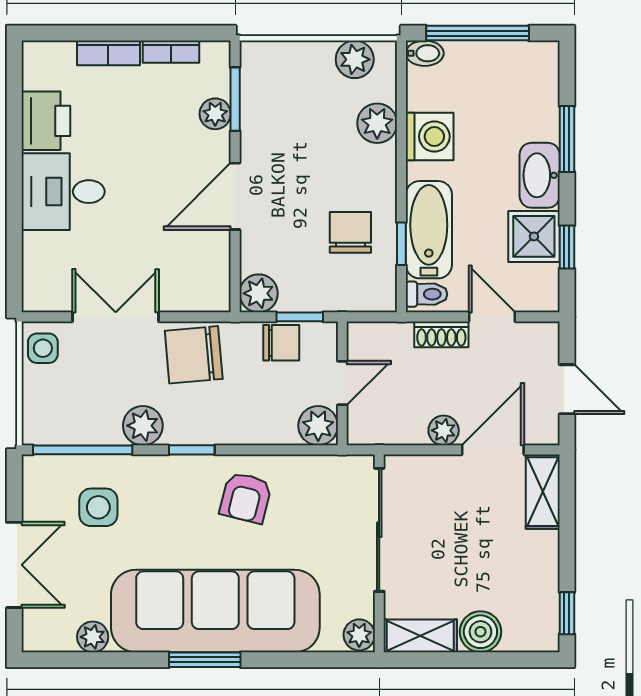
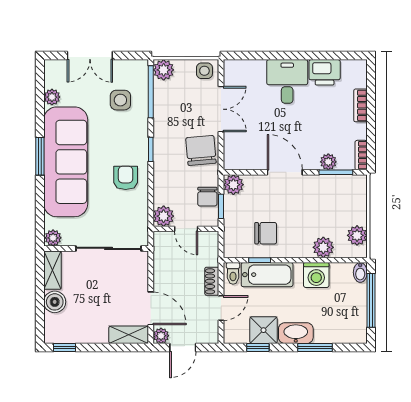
bookcase: (171, 52) -> (361, 155), moved
plant: (143, 426) -> (164, 70), moved
plant: (444, 430) -> (161, 336), moved
armchair: (246, 498) -> (126, 178), turned 76

